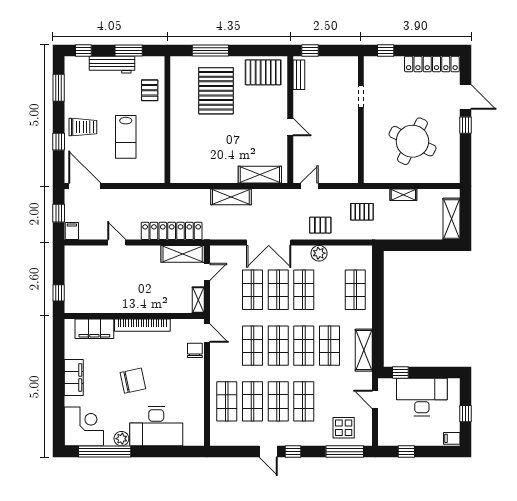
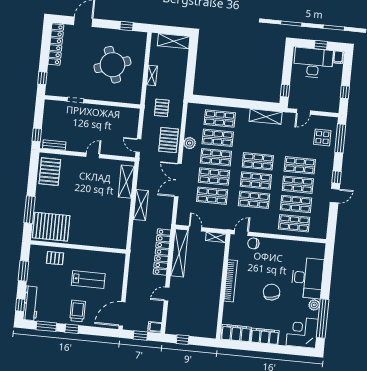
workbench: (112, 65) -> (31, 303), moved
pallet: (216, 91) -> (51, 227), moved
window: (465, 125) -> (126, 26), moved
round table: (412, 141) -> (112, 65), turned 45
window: (59, 142) -> (72, 329), moved
pallet: (320, 225) -> (169, 140), width x1.50, depth x1.42
double door: (269, 243) -> (178, 180), swing flipped
shelving: (183, 254) -> (179, 253), width x1.47
window: (59, 293) -> (183, 340), moved
filing cabinet: (94, 329) -> (236, 333), moved, turned -90
shop shelf: (330, 346) -> (218, 138), moved
desk: (422, 397) -> (313, 63), moved, turned 90

